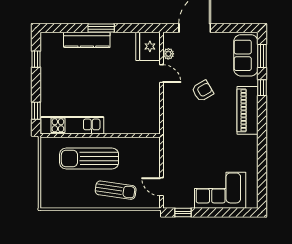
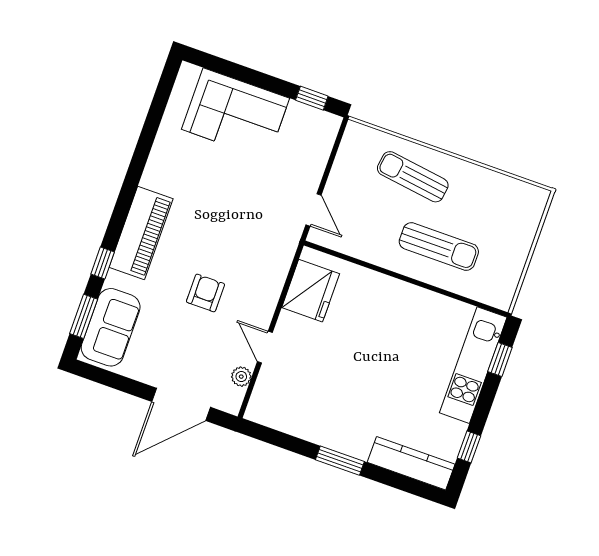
kitchen counter: (87, 40) -> (411, 463), moved
fridge: (148, 46) -> (311, 291), moved
armchair: (203, 91) -> (205, 293), turned 120
kitchen unit: (72, 125) -> (473, 365), moved, turned 90
sun lounger: (89, 158) -> (439, 246), width x0.73, depth x0.75
door: (161, 187) -> (313, 210), moved

